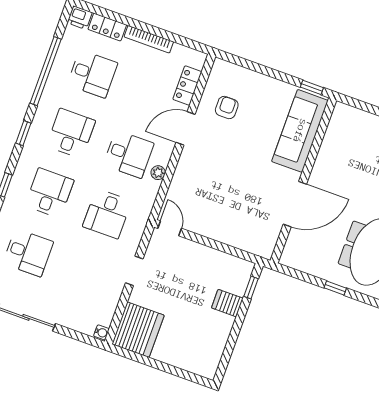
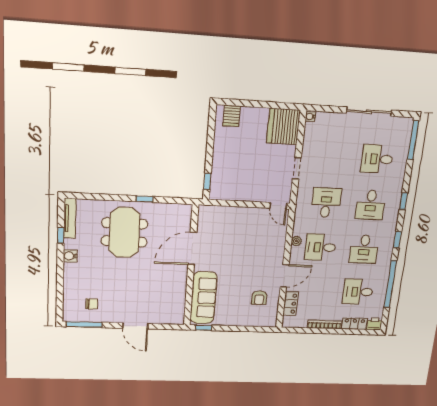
server rack: (227, 303) -> (232, 116), moved, turned 90

